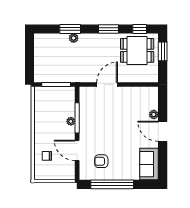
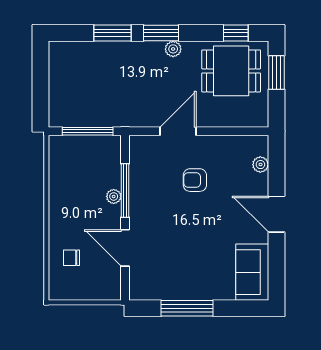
window: (109, 29) -> (161, 33), moved
plant: (74, 38) -> (173, 49), moved
plant: (154, 115) -> (260, 165), moved
armchair: (101, 161) -> (195, 180), moved
window: (112, 184) -> (187, 308), width x0.68

